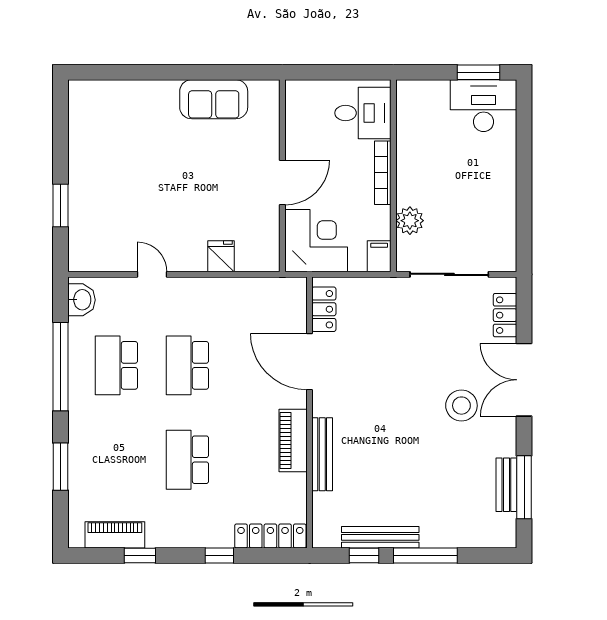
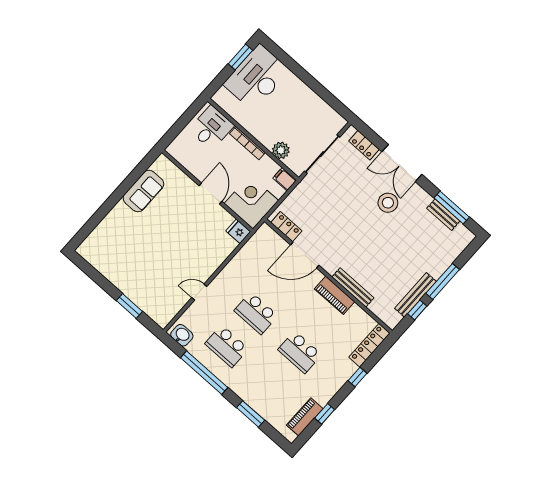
desk: (484, 106) -> (257, 77), width x1.36, depth x1.30
fridge: (221, 256) -> (238, 231), moved

